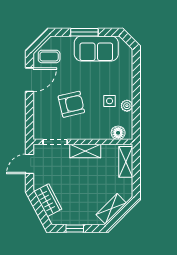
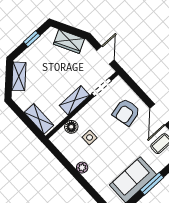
side table: (110, 101) -> (90, 137), moved
armchair: (71, 104) -> (126, 112), moved
plant: (127, 106) -> (82, 168), moved
floor lamp: (118, 133) -> (71, 127), moved

